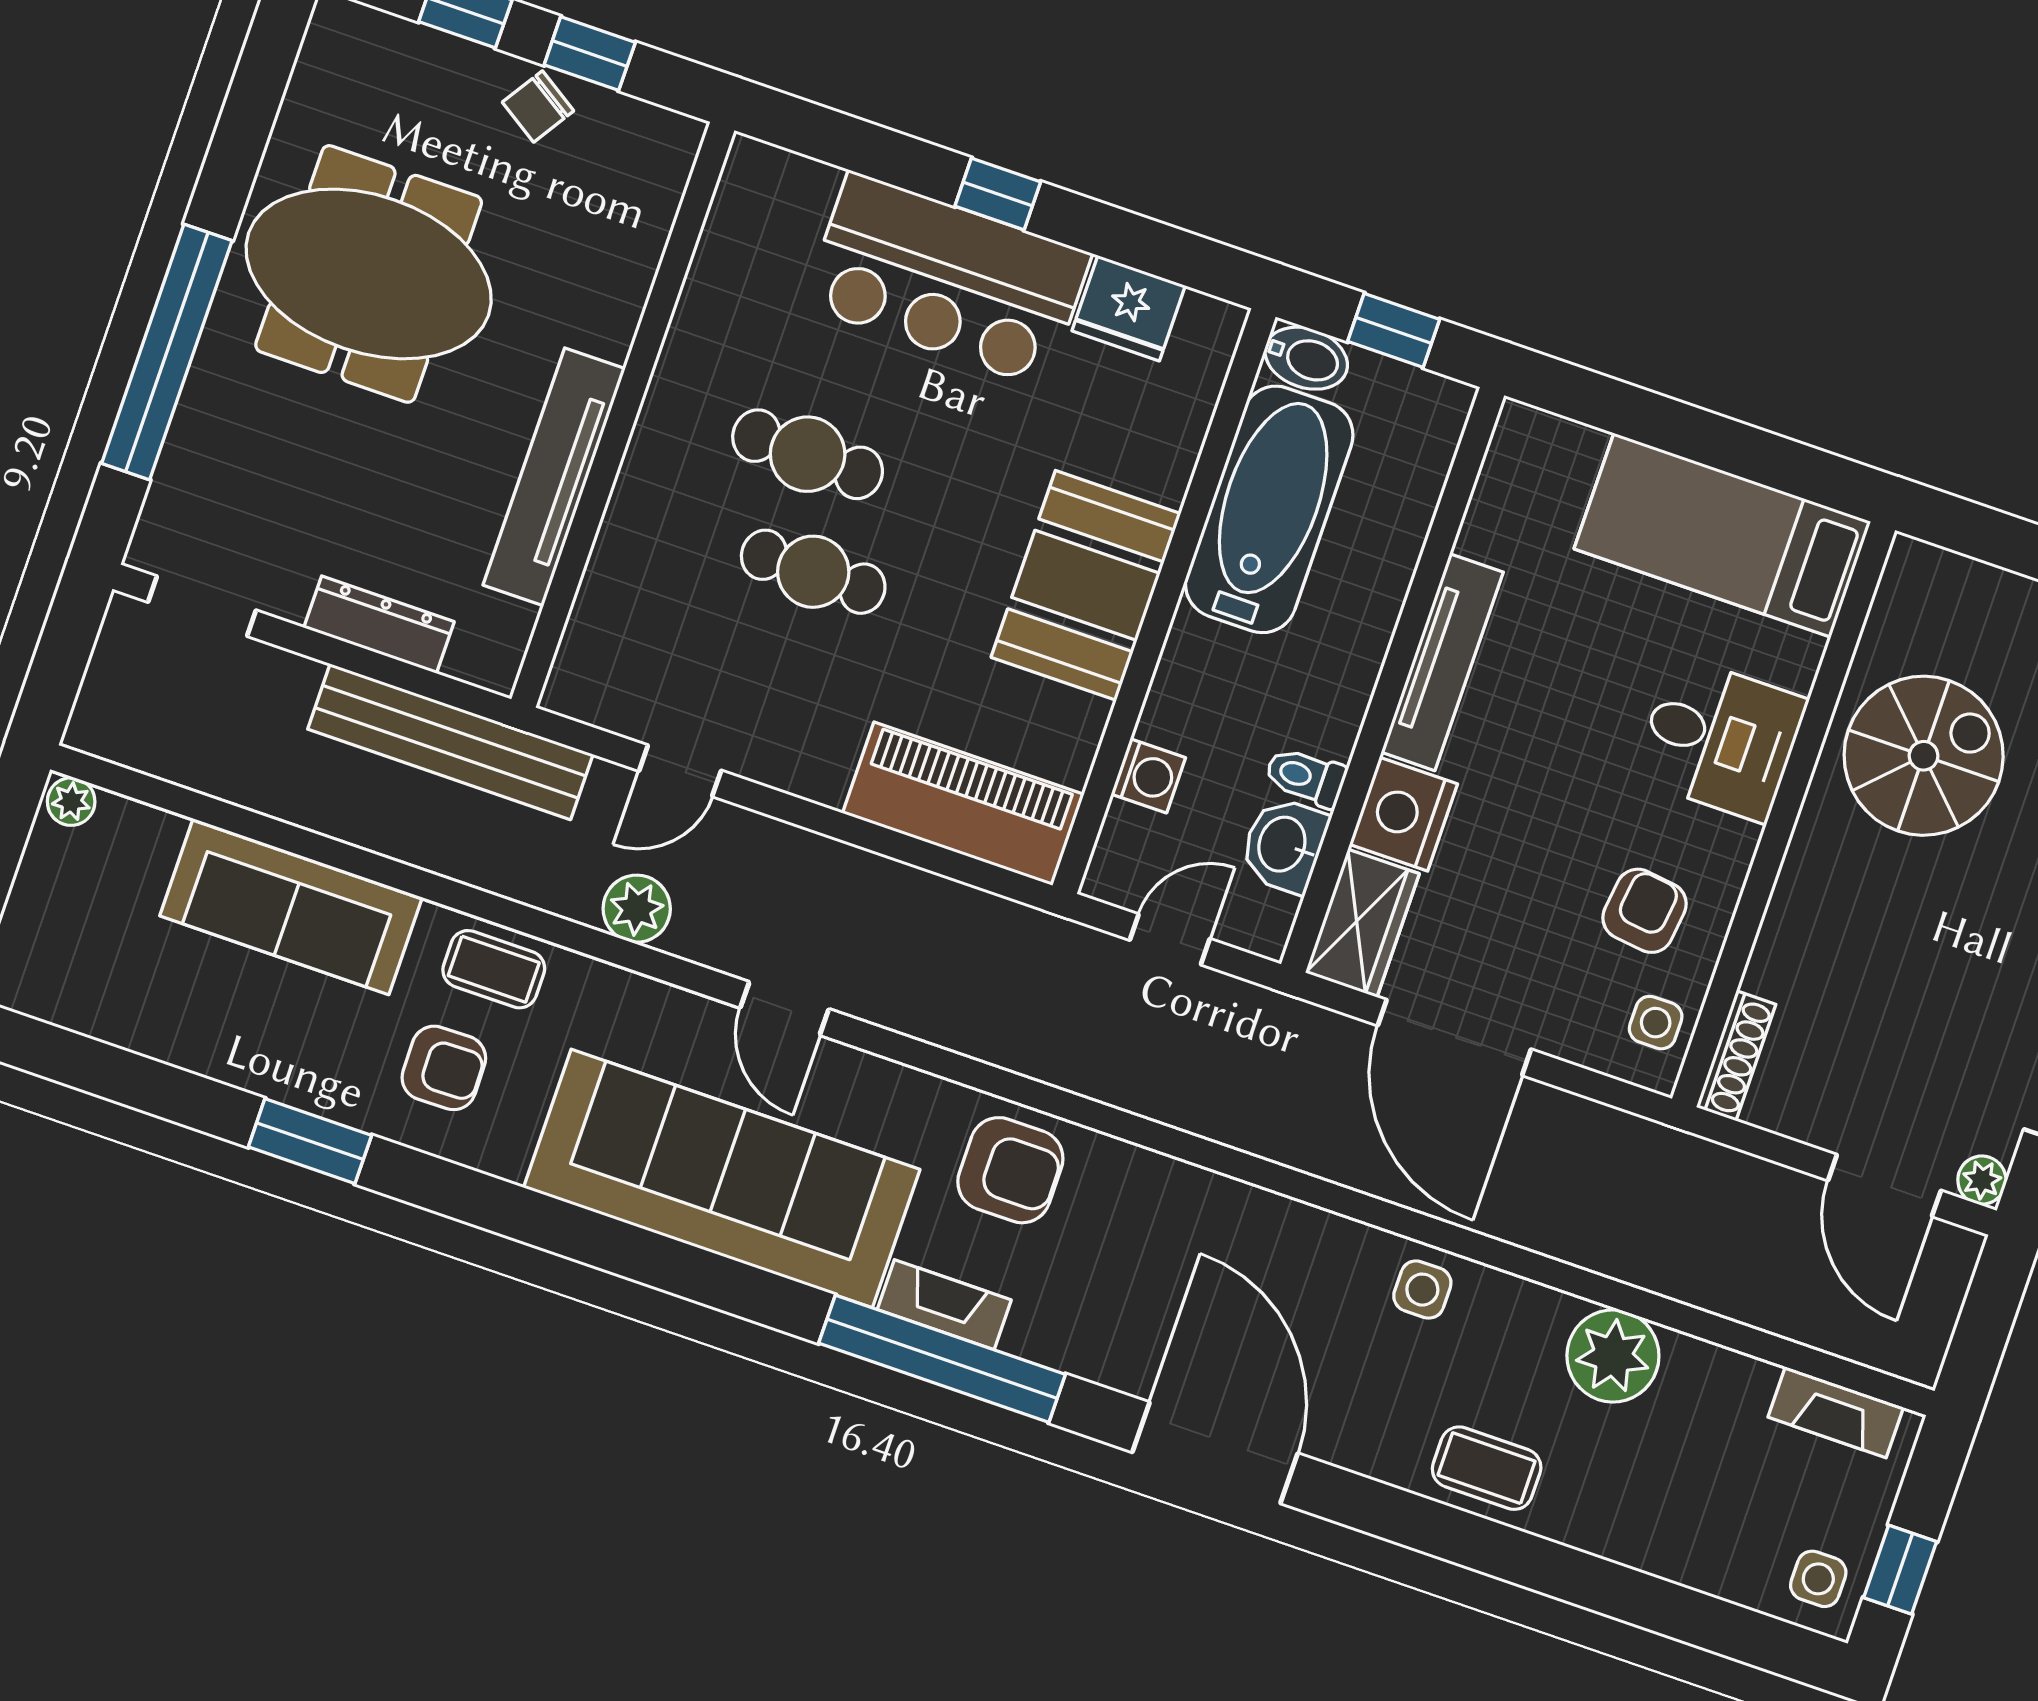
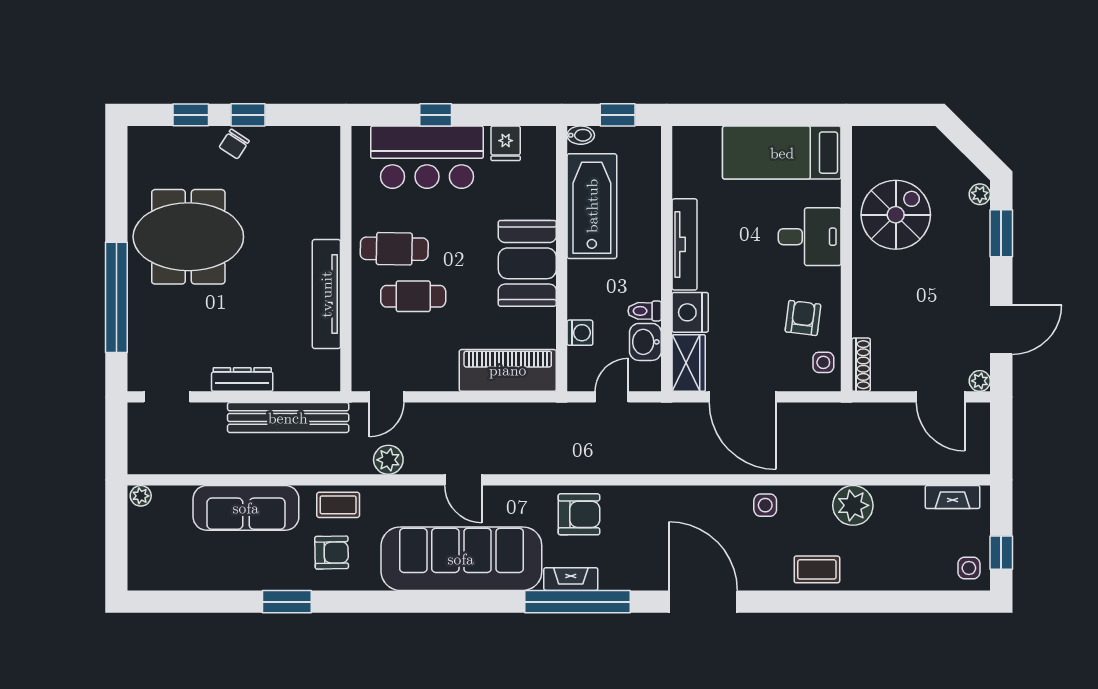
fridge: (1129, 308) -> (506, 143), width x0.72
bidet: (1306, 358) -> (581, 135), width x0.72, depth x0.74
wall: (623, 415) -> (346, 259), moved
tv unit: (554, 477) -> (326, 294), moved

